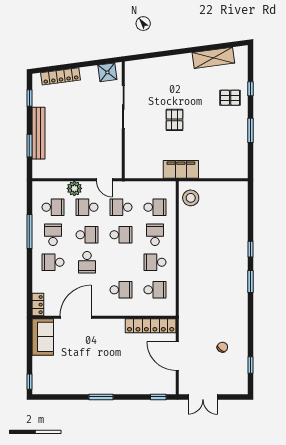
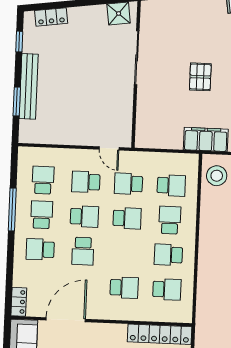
locker: (61, 76) -> (51, 17), width x0.66
plant: (74, 188) -> (71, 158), removed
school desk: (53, 207) -> (43, 180), turned -90

